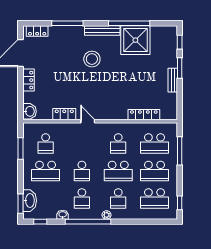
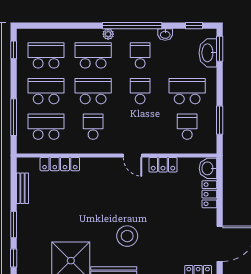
locker: (28, 80) -> (209, 194), moved
bench: (173, 80) -> (22, 188), moved
school desk: (118, 198) -> (93, 55), width x1.85

